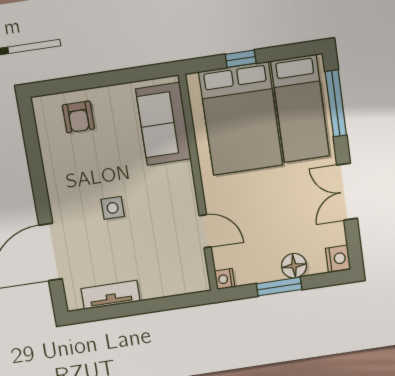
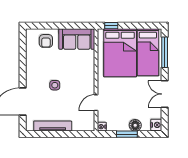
window: (241, 59) -> (111, 26), moved
sofa: (163, 124) -> (77, 39), moved, turned -90
door: (205, 231) -> (96, 103), swing flipped
tv unit: (111, 295) -> (53, 126), width x1.41

